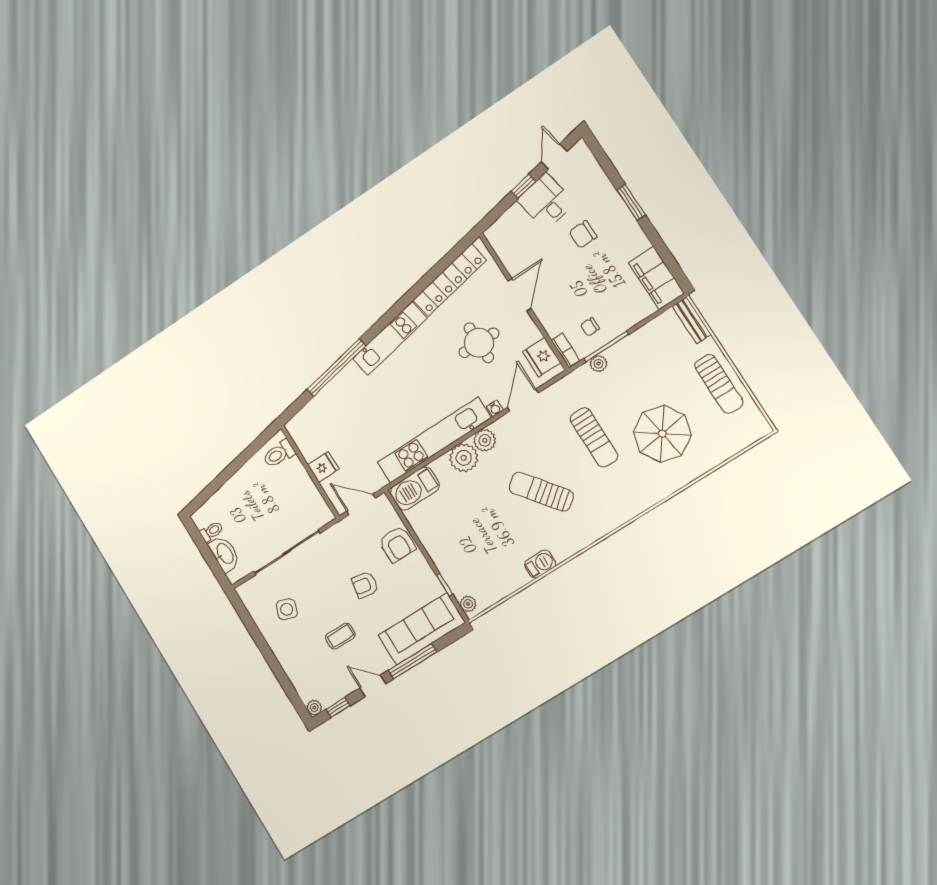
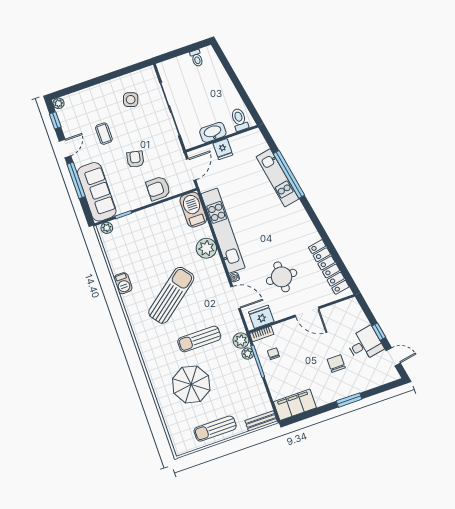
kitchen unit: (390, 339) -> (278, 178), moved
plant: (485, 440) -> (241, 341), moved
sun lounger: (541, 492) -> (171, 295), width x1.36, depth x1.34
washbasin: (224, 554) -> (213, 132), moved, turned 180

